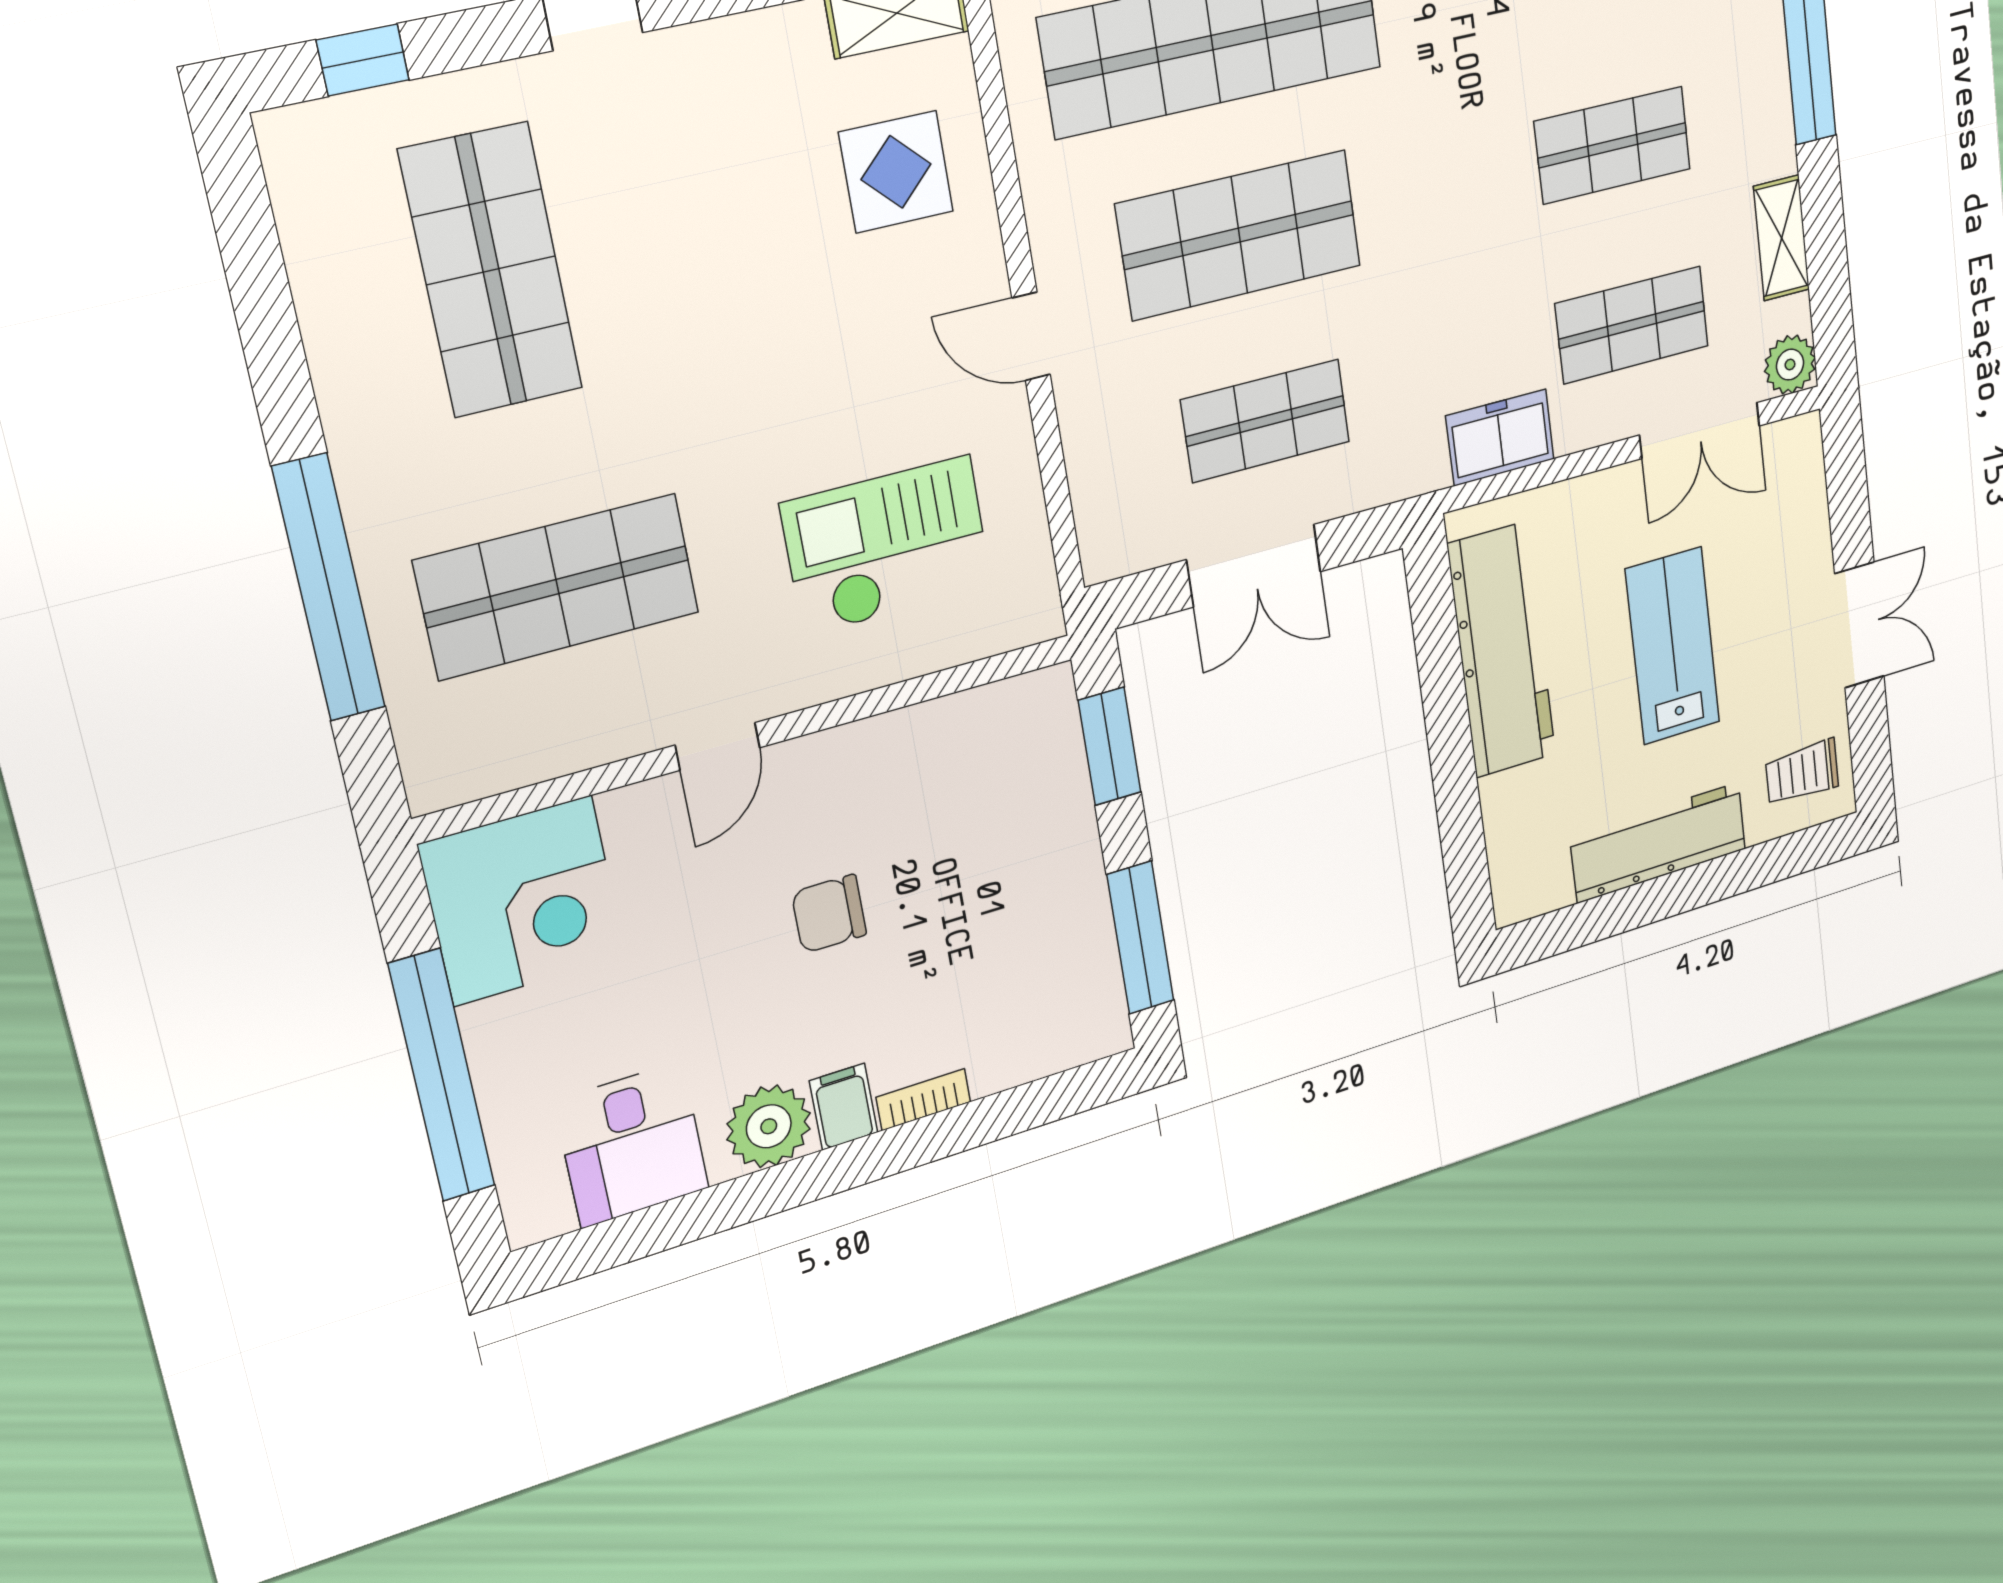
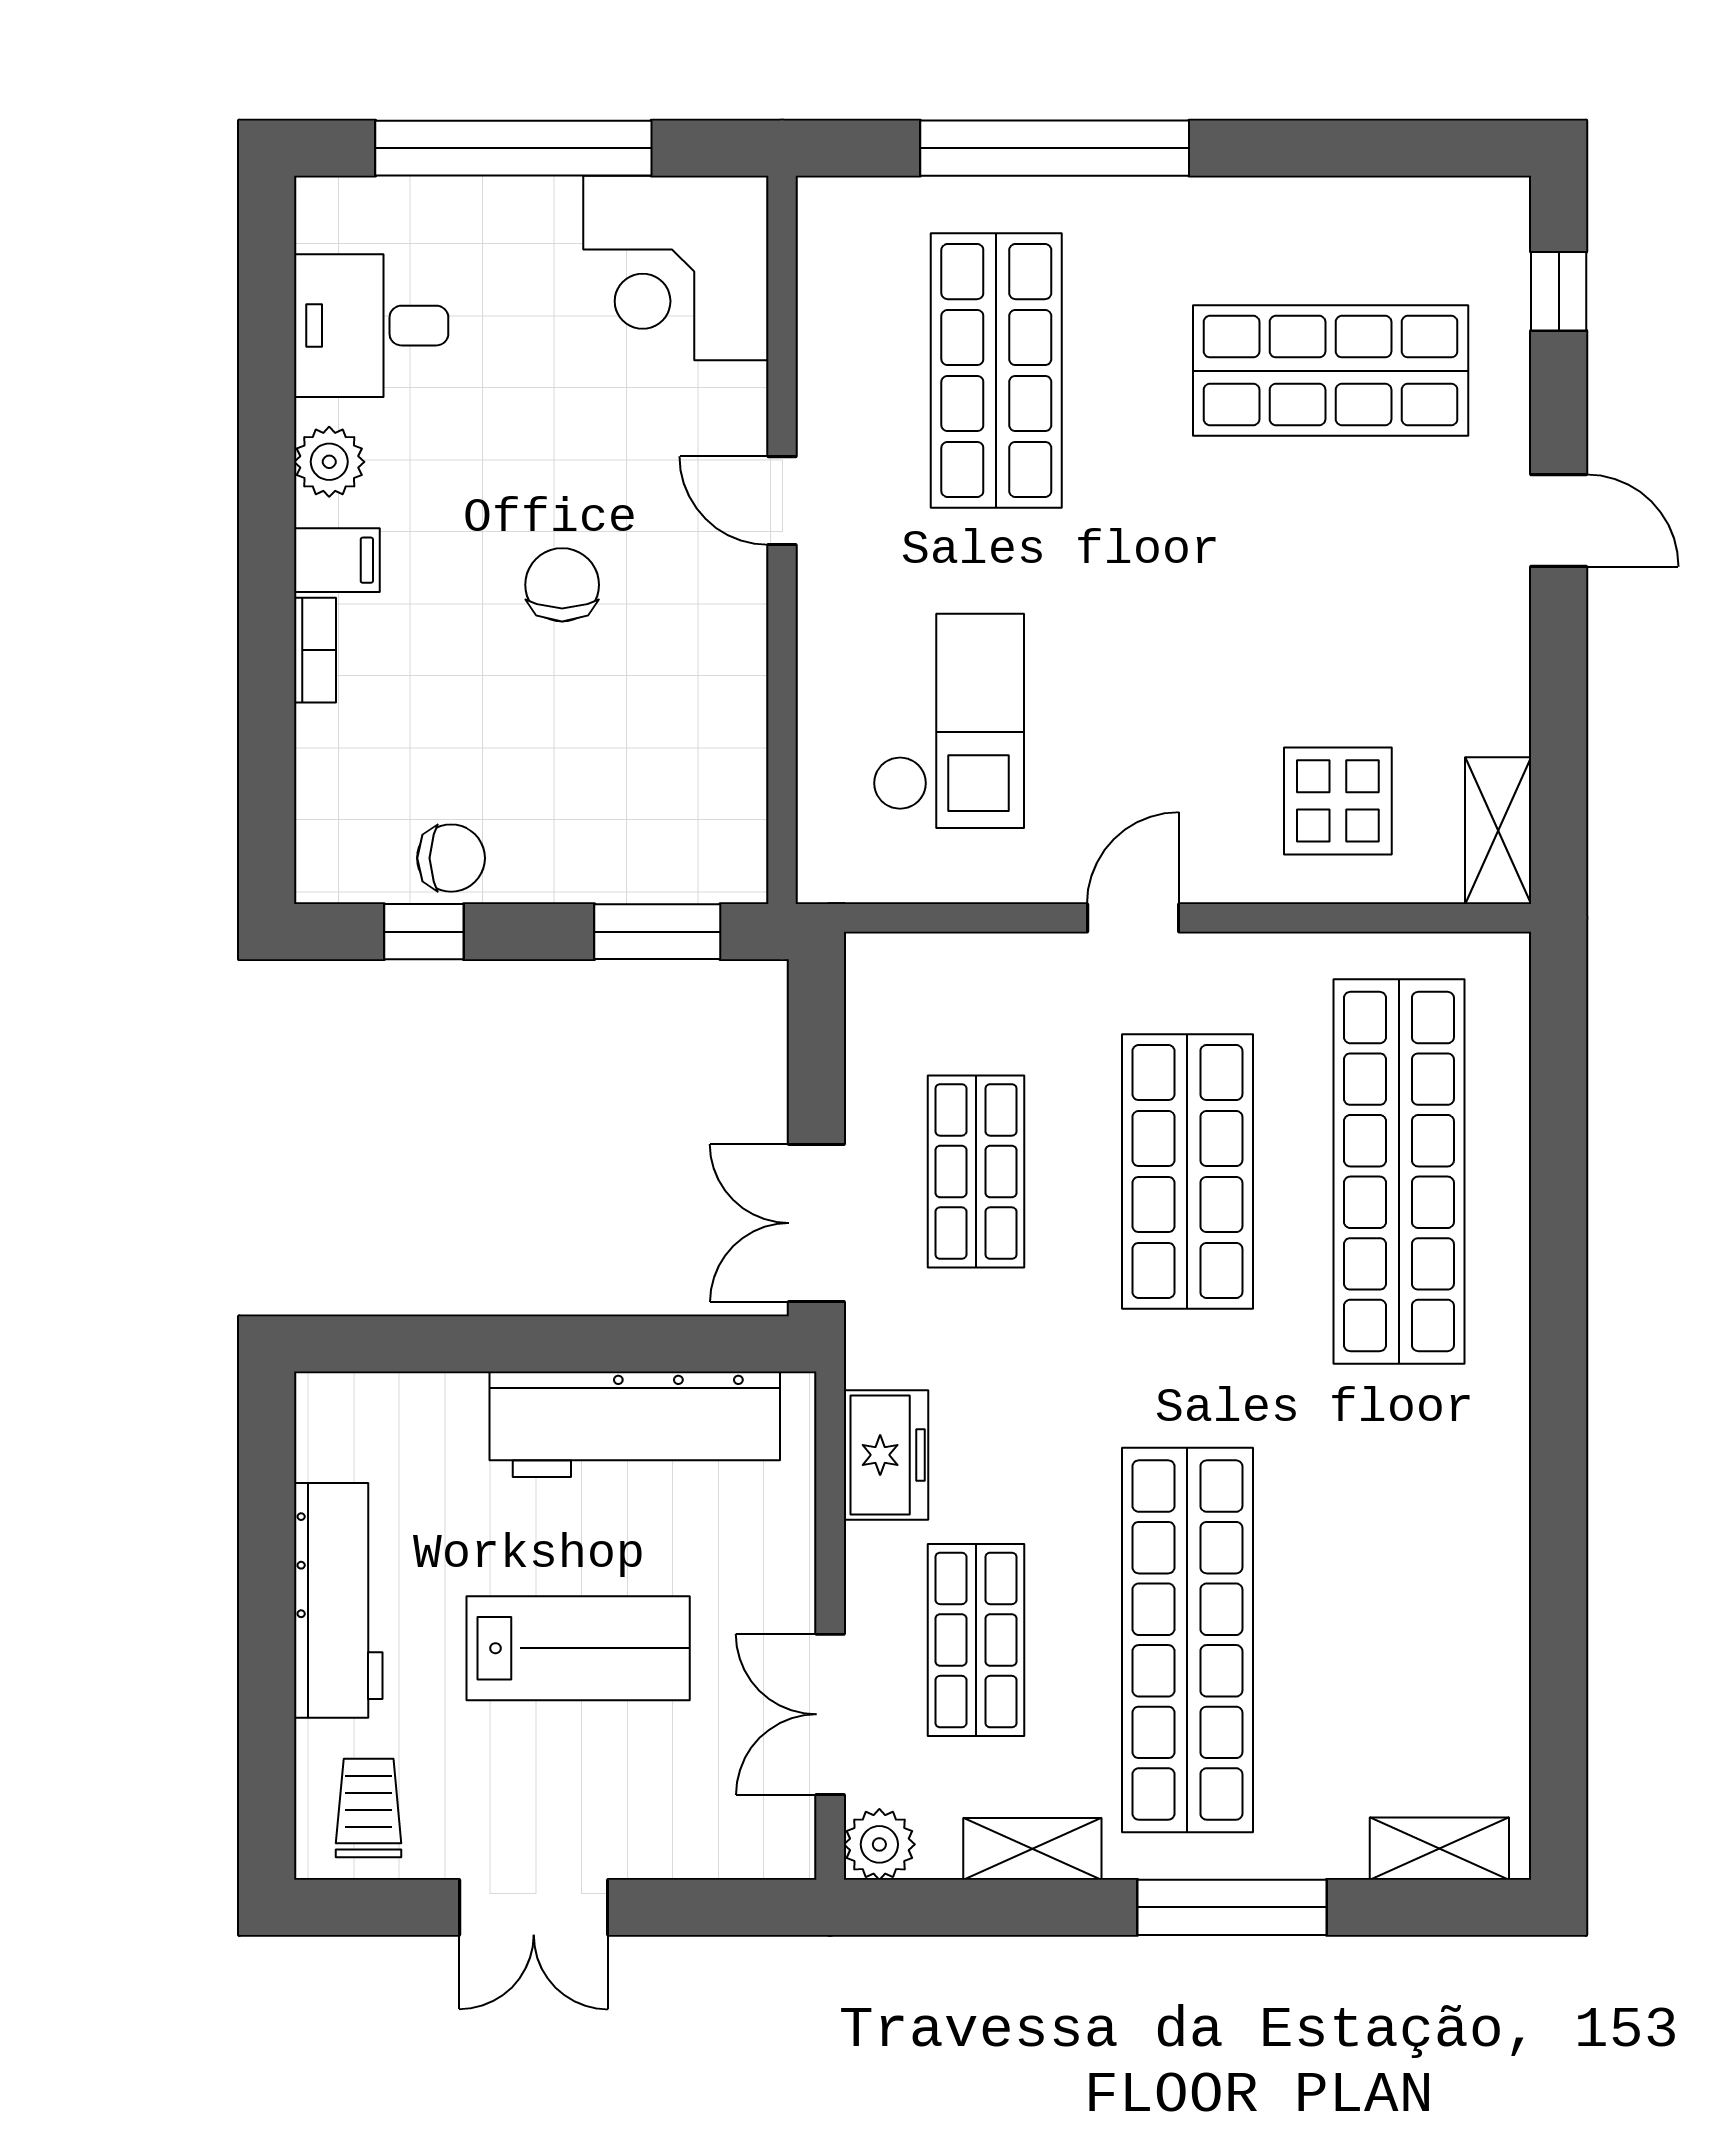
shop shelf: (1613, 145) -> (1187, 1640), width x2.00, depth x1.36
double door: (1254, 566) -> (816, 1223), moved
chair: (1077, 934) -> (451, 858), added
window: (1140, 938) -> (424, 932), width x0.46
plant: (769, 1126) -> (329, 462), width x0.73, depth x0.73

